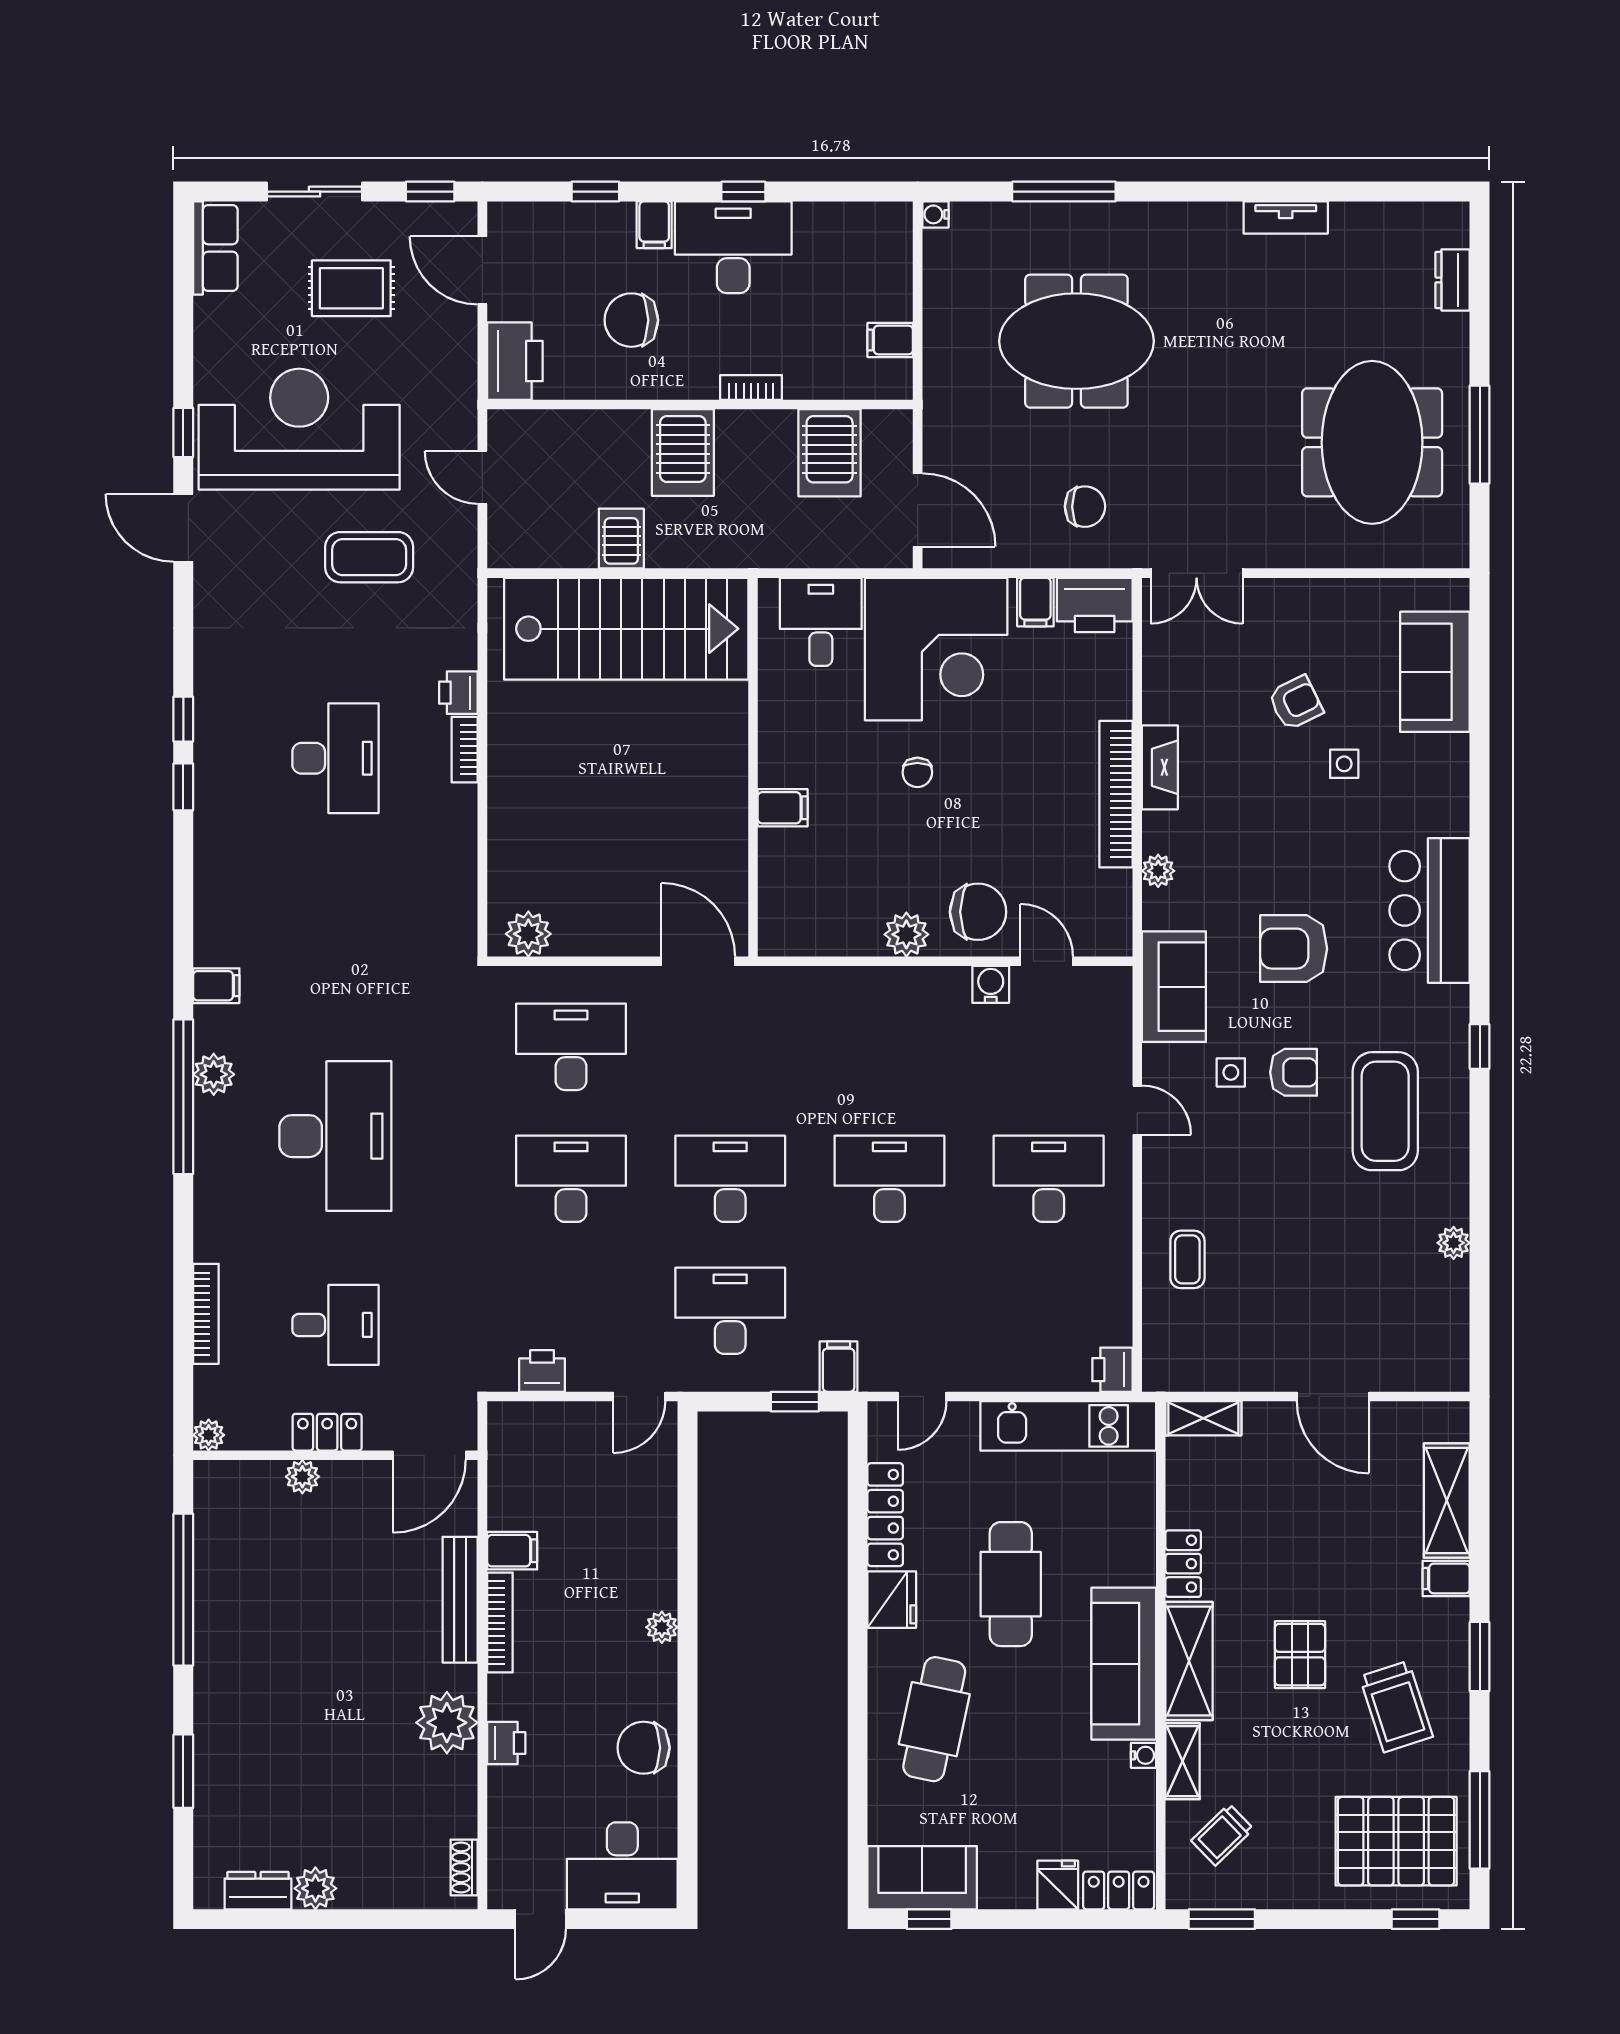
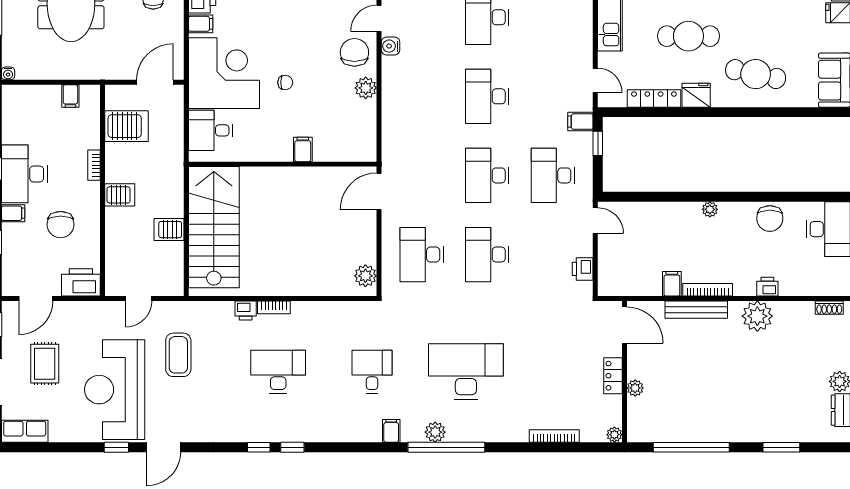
server rack: (683, 452) -> (120, 195), width x0.73, depth x0.70
desk: (335, 1325) -> (372, 372), moved

